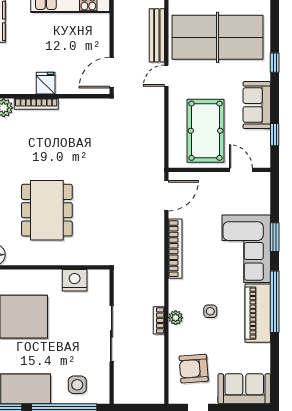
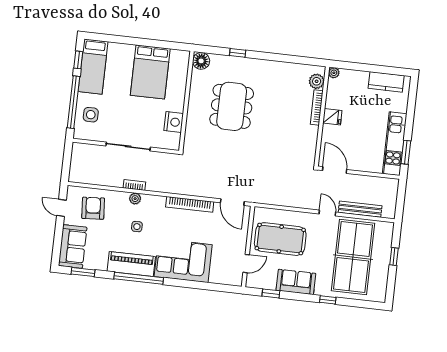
dining table: (47, 210) -> (232, 106), turned 90
window: (275, 237) -> (83, 272), moved

